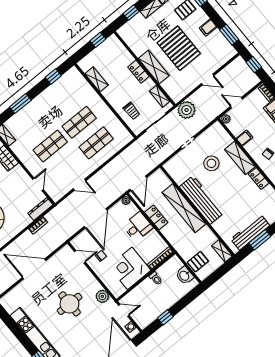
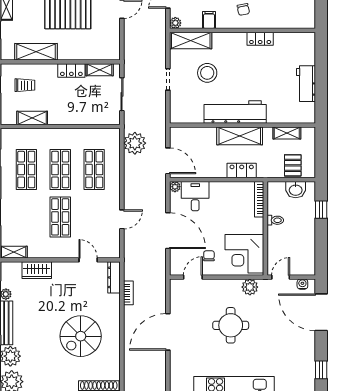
shelving: (154, 67) -> (36, 52), moved
locker: (138, 72) -> (71, 71), moved
shop shelf: (62, 102) -> (26, 170), added
plant: (187, 110) -> (135, 143), moved
trolley: (132, 111) -> (25, 85), moved
shelving: (240, 158) -> (191, 41), moved
shelving: (184, 208) -> (240, 136), width x0.68
locker: (156, 217) -> (242, 171), moved
desk: (138, 227) -> (195, 196), moved
workbench: (250, 232) -> (306, 84), width x0.73
window: (260, 240) -> (321, 87), removed
shelving: (222, 251) -> (287, 133), moved
corner desk: (130, 268) -> (244, 254), moved
window: (165, 317) -> (321, 210), moved

